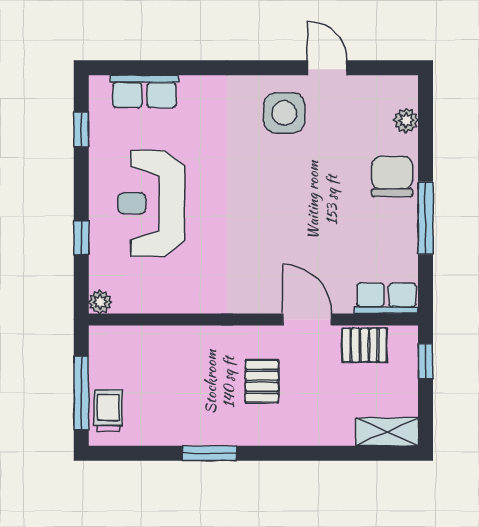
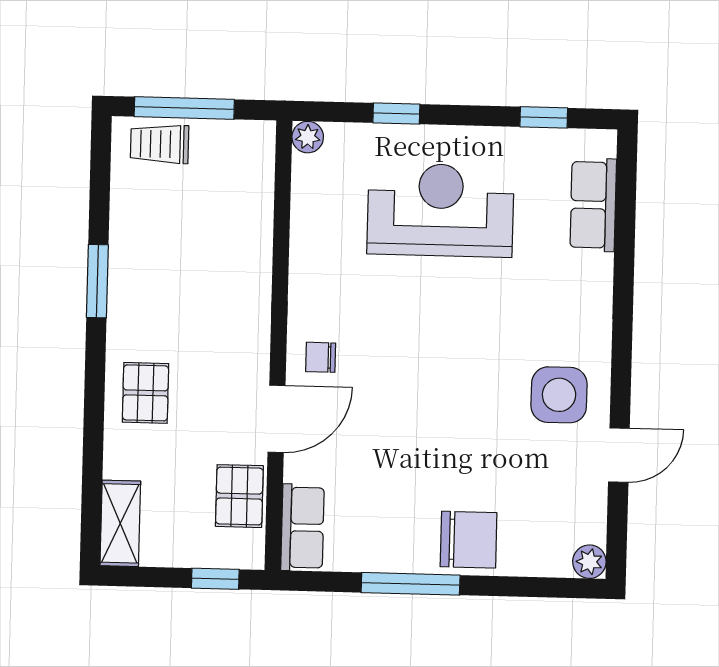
plant: (406, 120) -> (589, 562), moved
chair: (261, 288) -> (321, 357), added
pallet: (262, 381) -> (146, 393), moved, turned 90
trolley: (108, 410) -> (160, 144), turned 180

